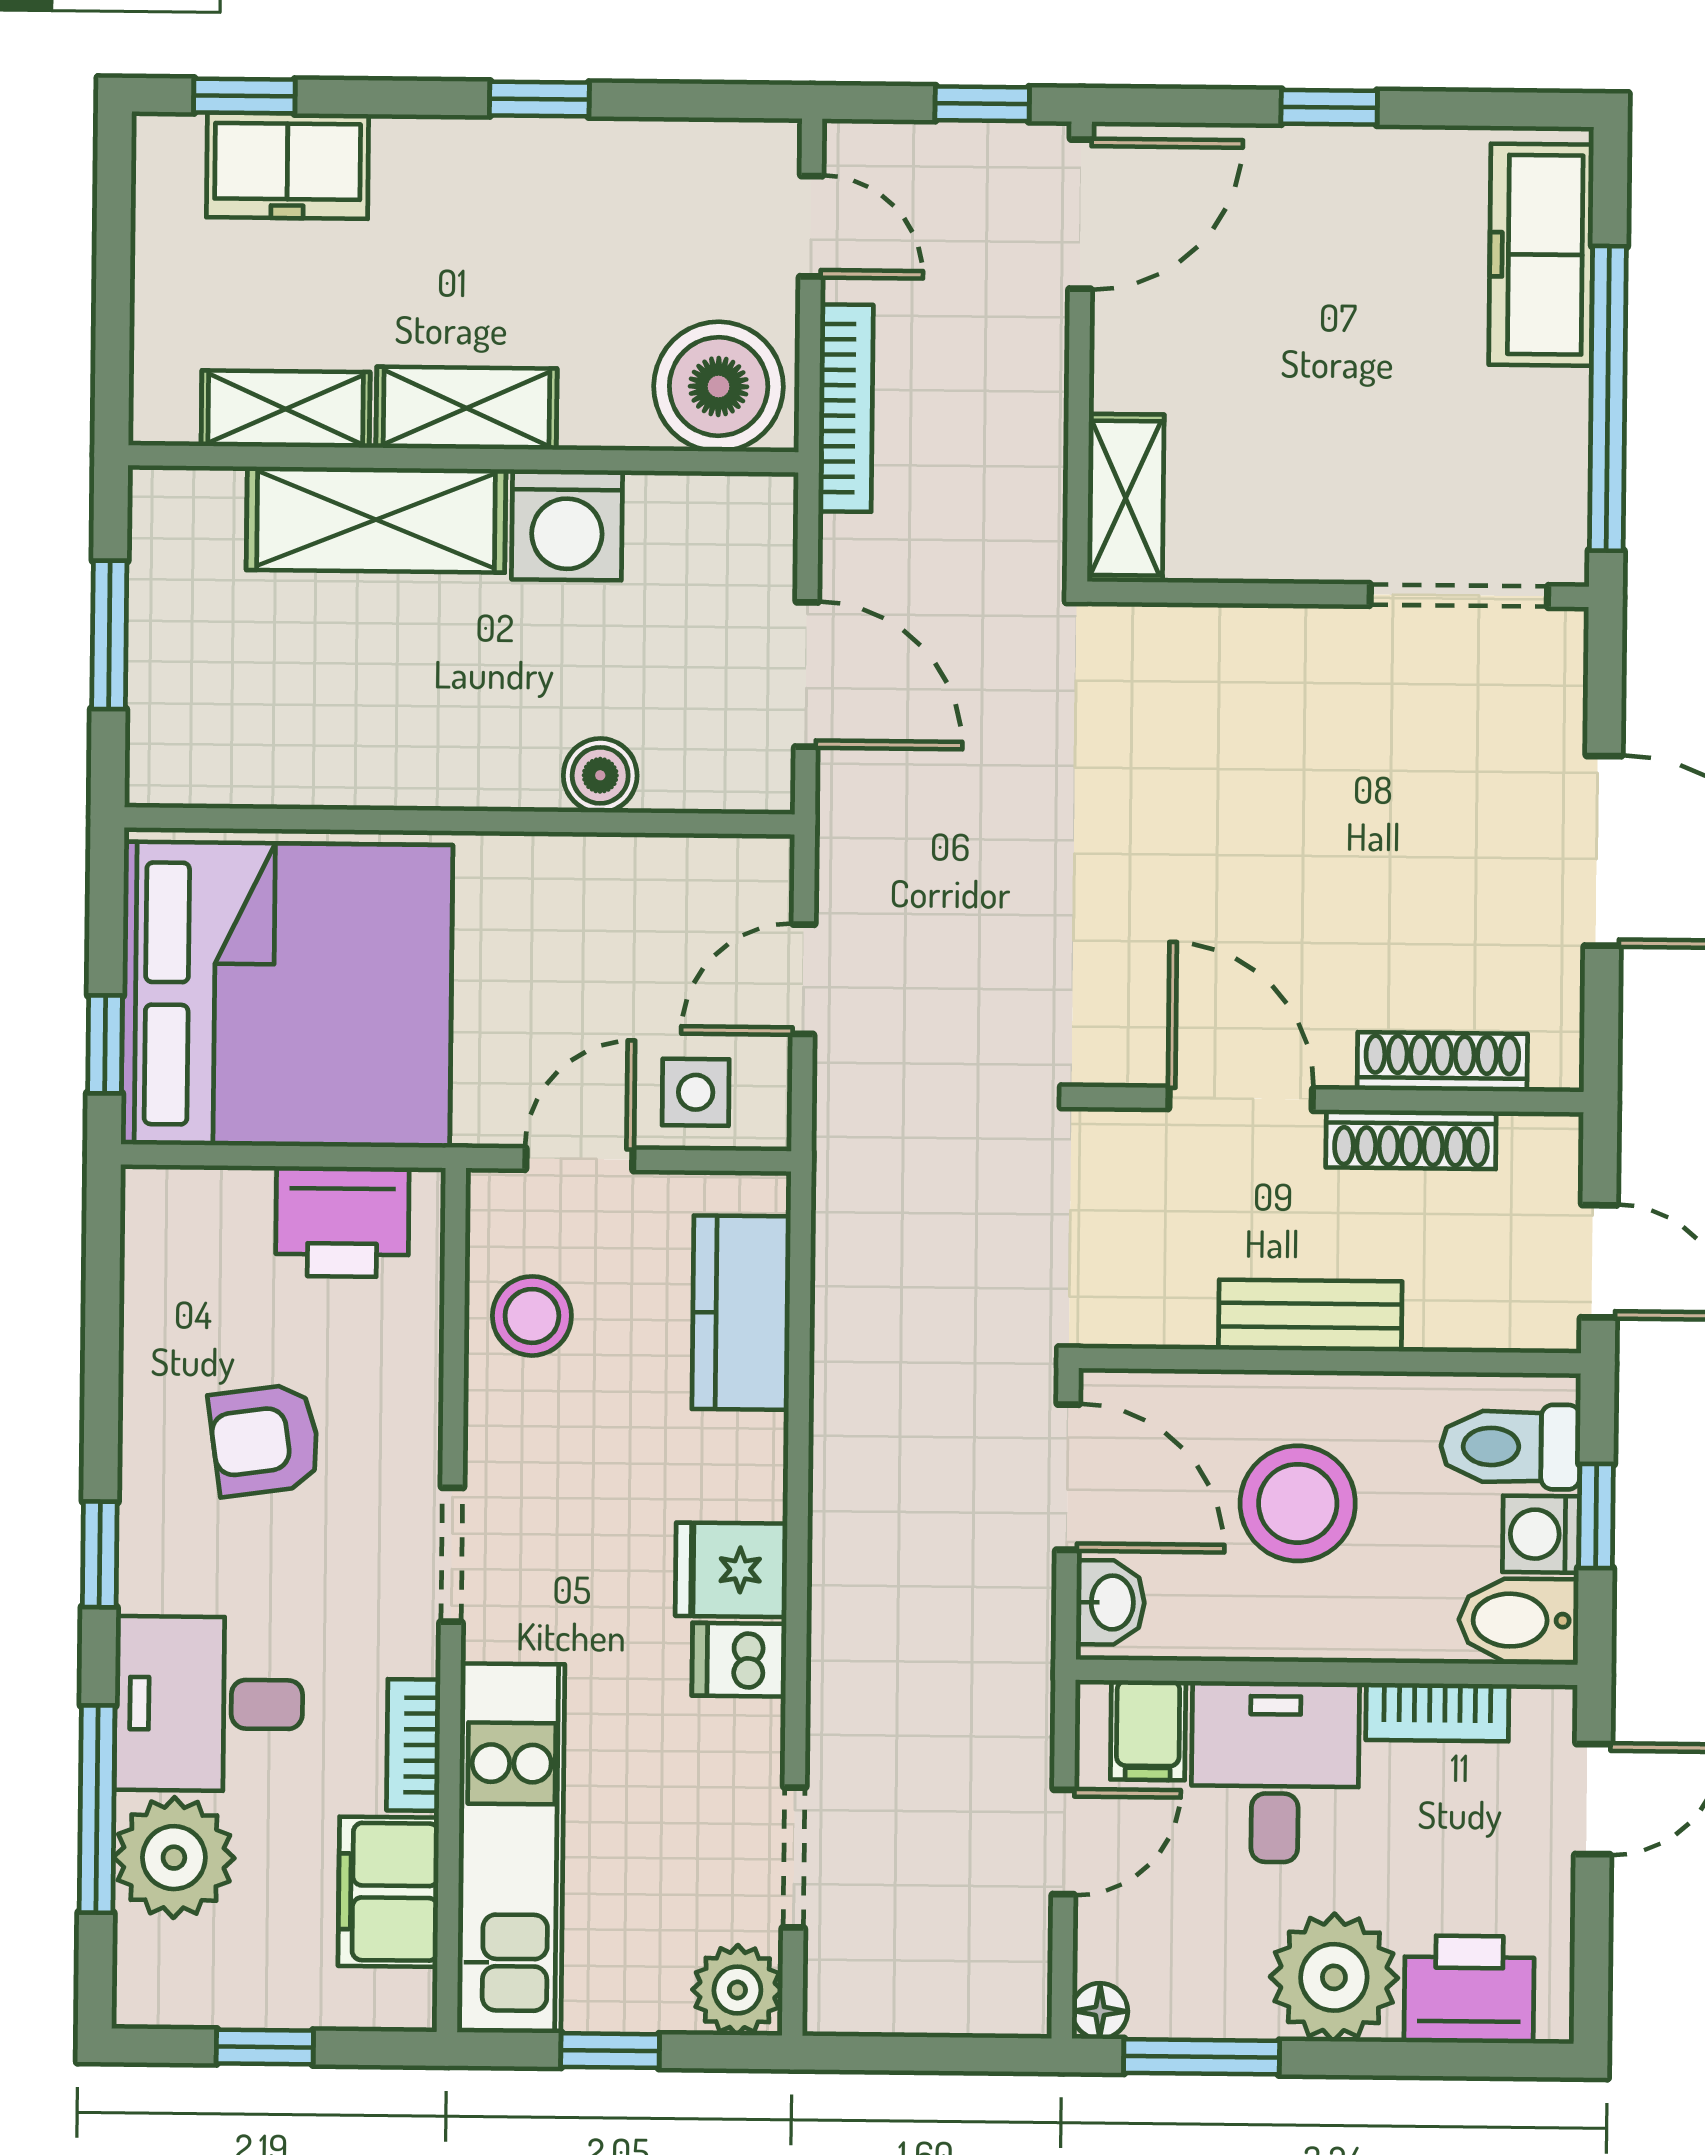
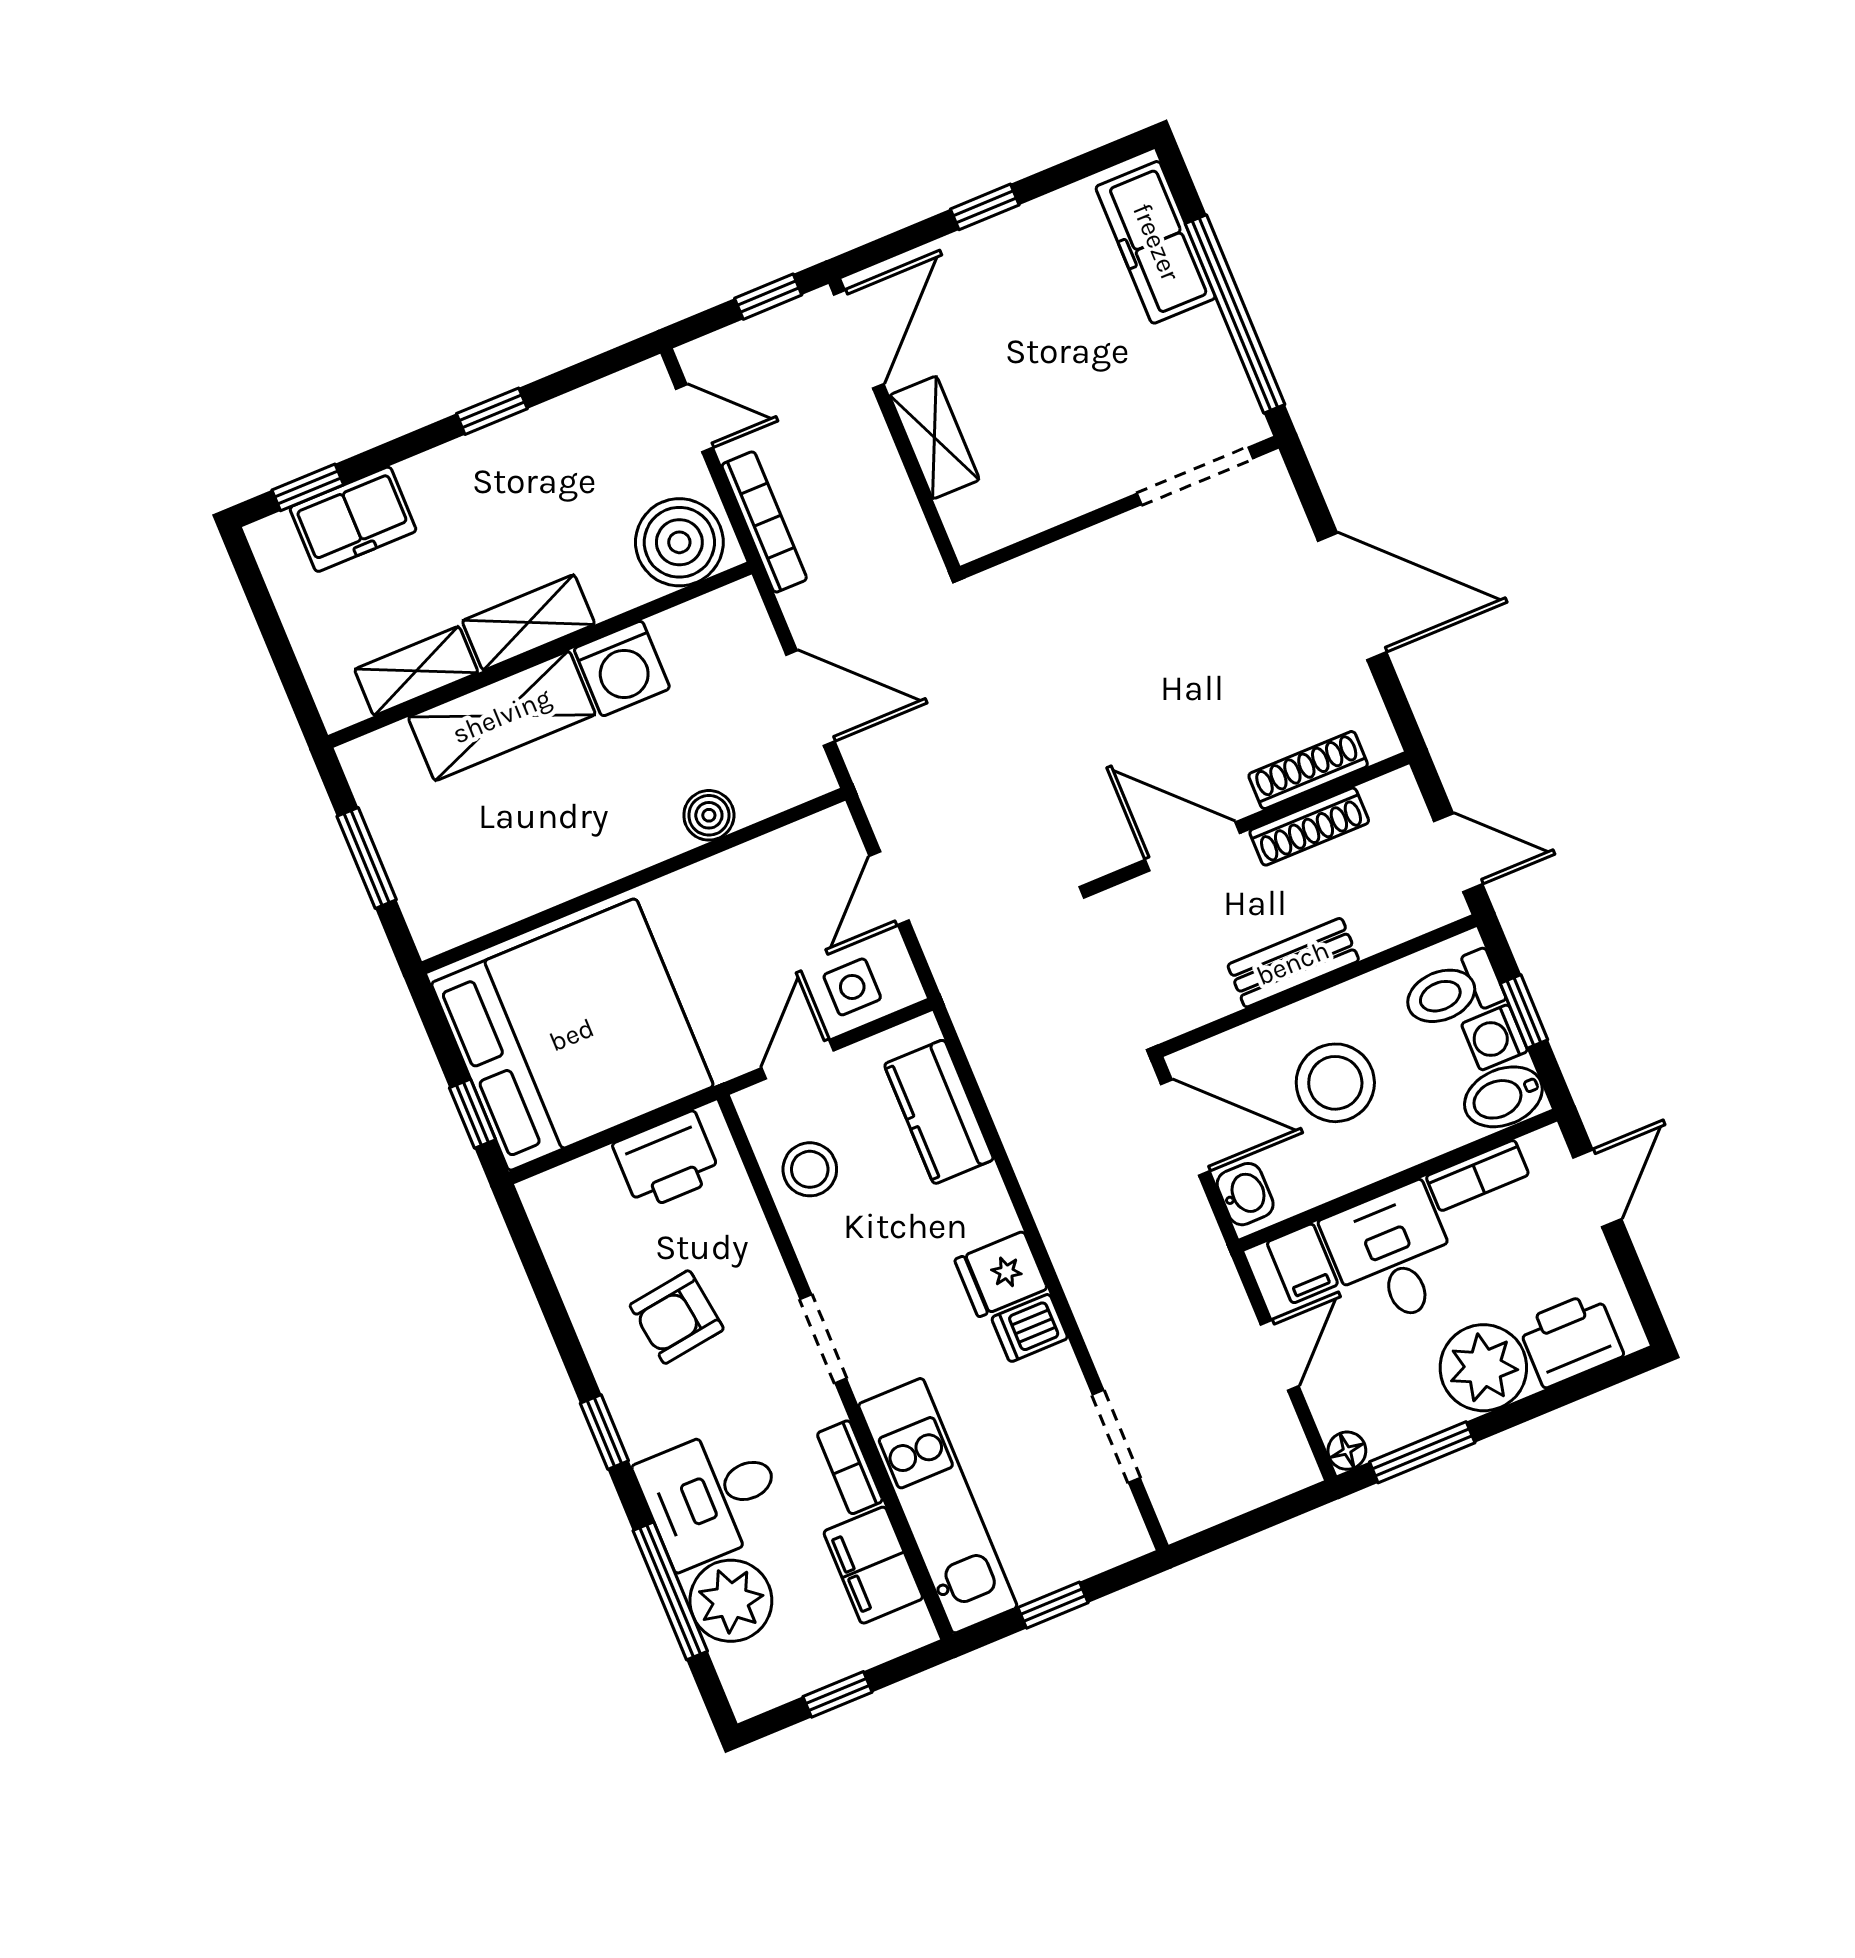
shelving: (1126, 498) -> (934, 438), moved
plant: (737, 1990) -> (1116, 1534), removed

